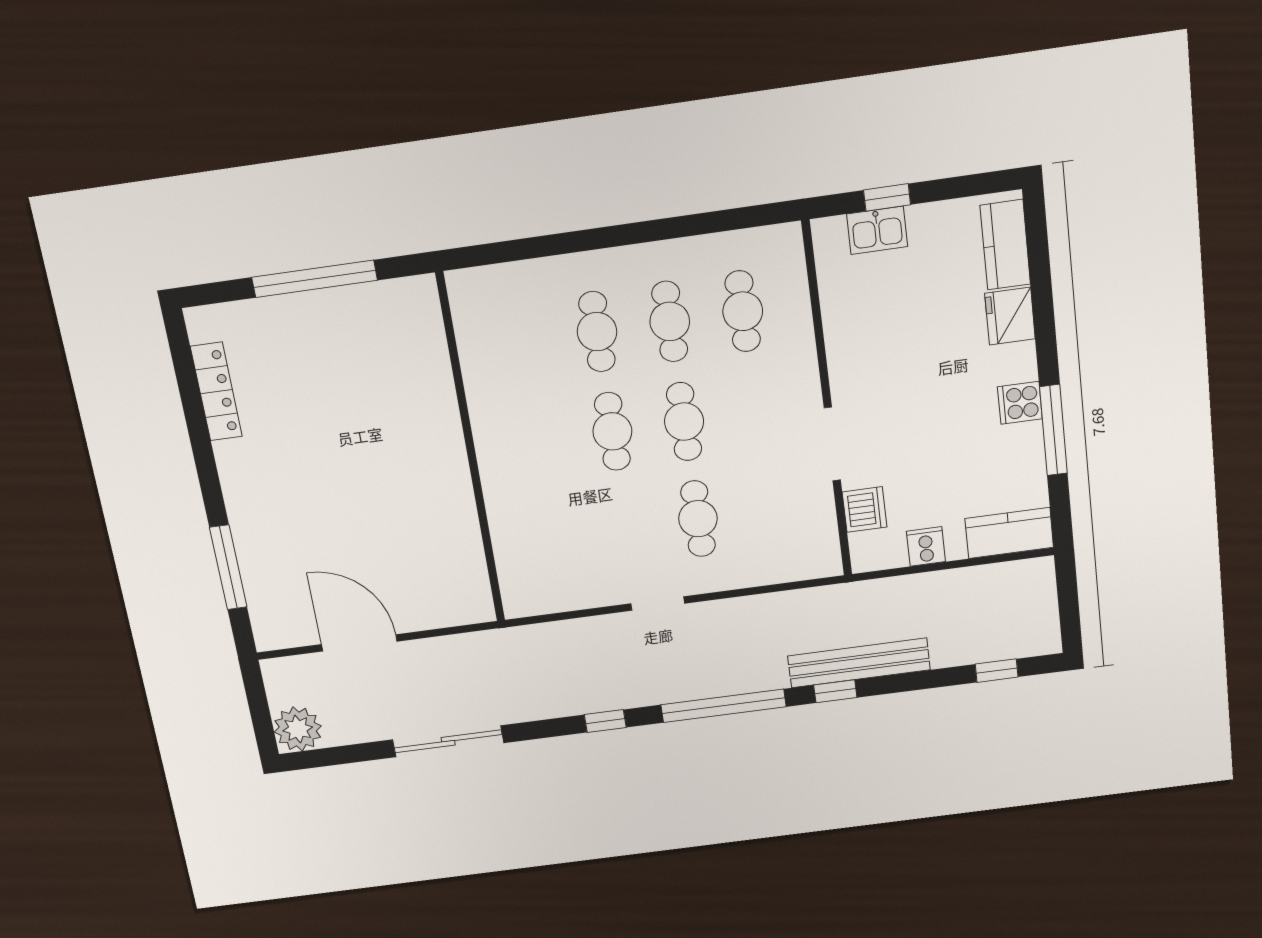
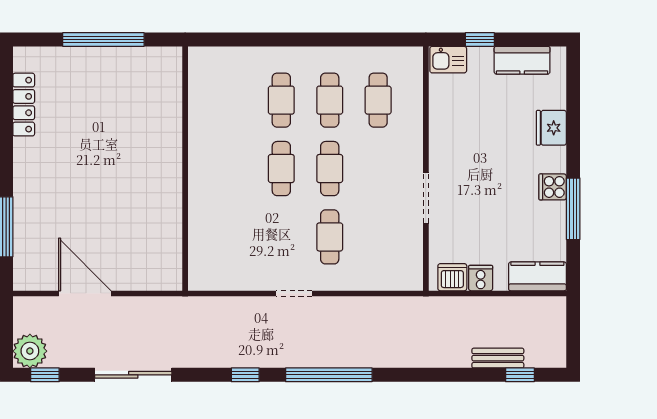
kitchen sink: (877, 230) -> (448, 60), moved
kitchen counter: (1005, 245) -> (522, 60), moved, turned -90
dishwasher: (865, 510) -> (452, 277), moved, turned -90
bench: (859, 663) -> (498, 358), moved, width x0.54, depth x0.82
window: (835, 691) -> (45, 375), moved

